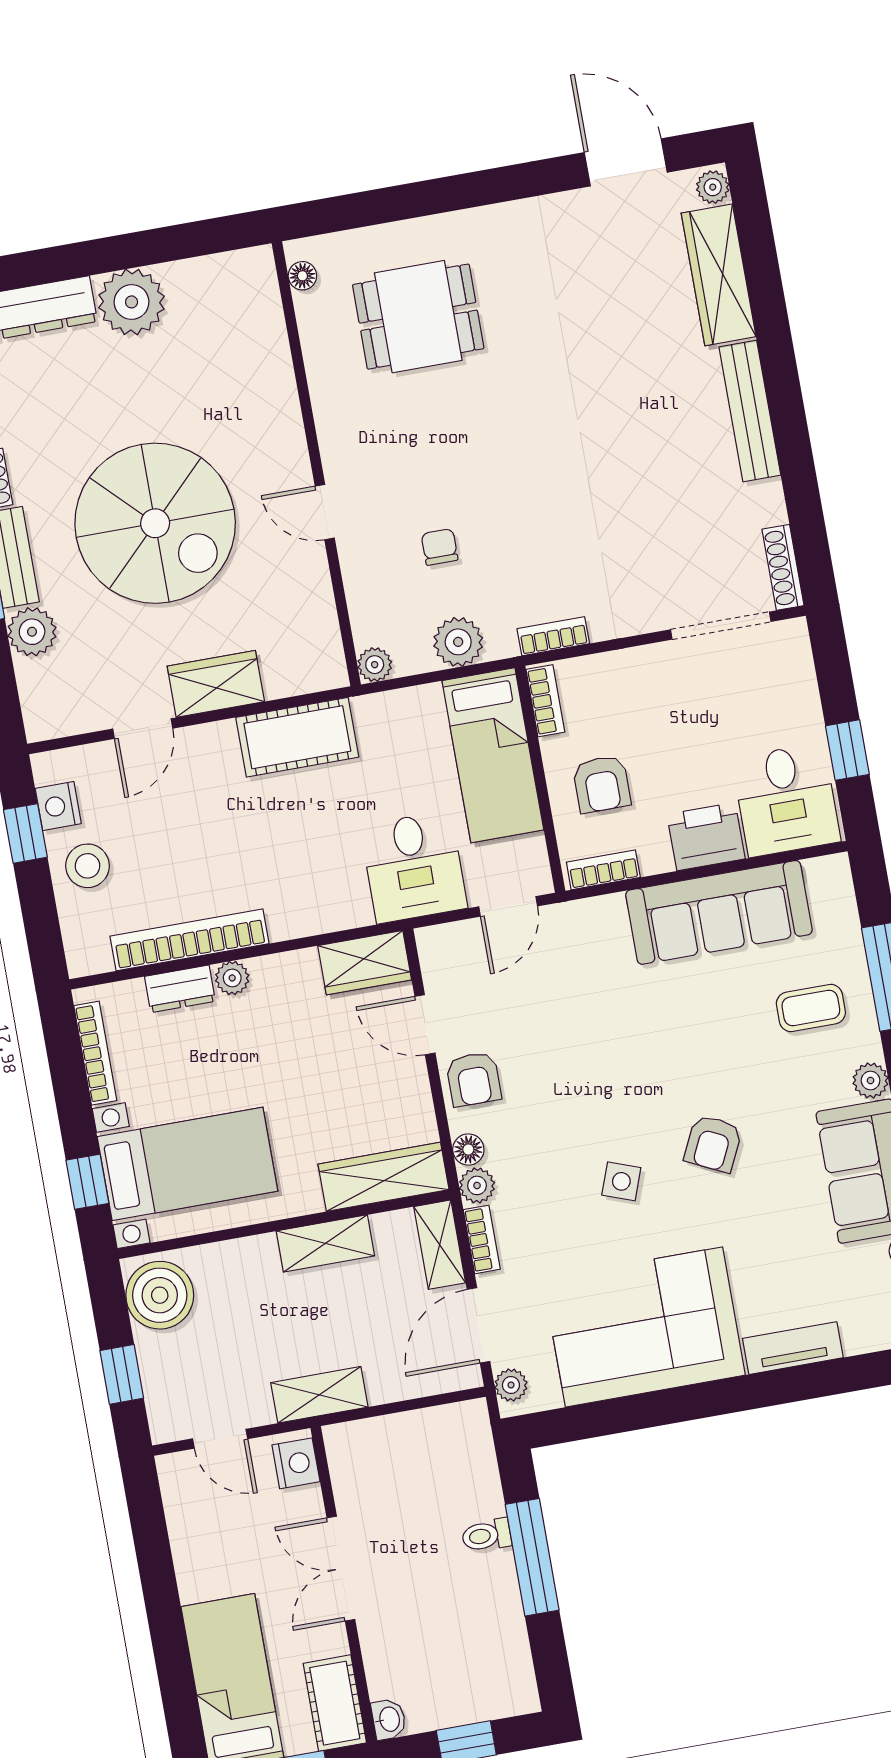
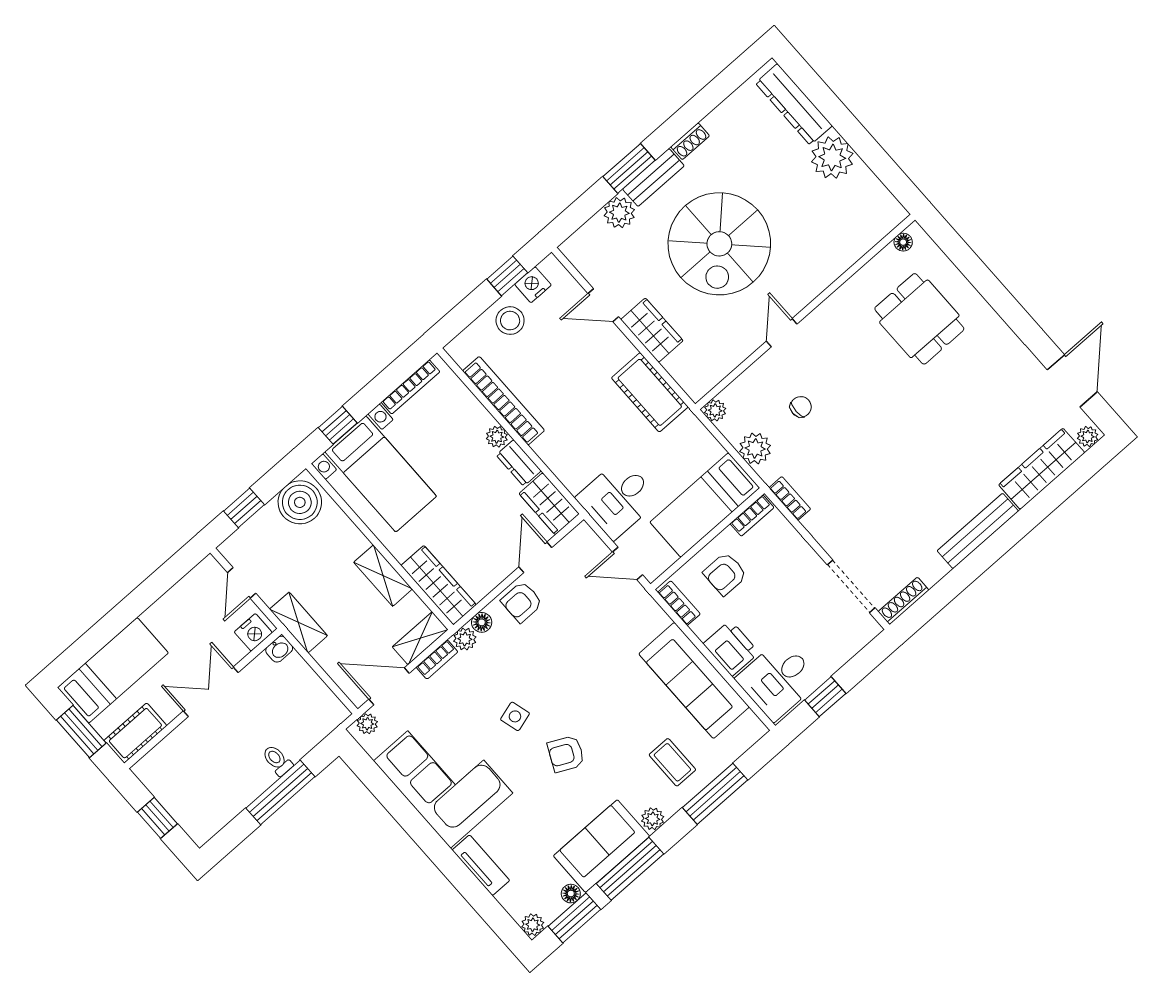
dresser: (180, 989) -> (519, 463), moved
side table: (621, 1181) -> (515, 716), turned -36
washbasin: (389, 1719) -> (279, 649), moved

